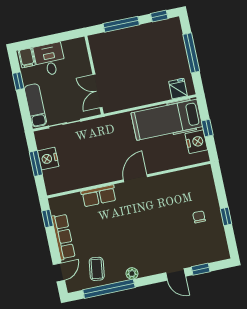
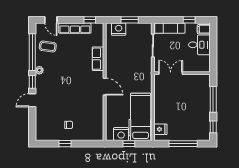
nightstand: (48, 159) -> (119, 29), moved
window: (201, 269) -> (32, 82), moved

